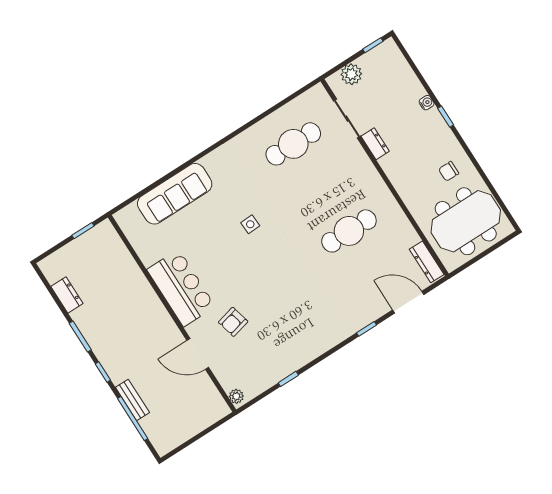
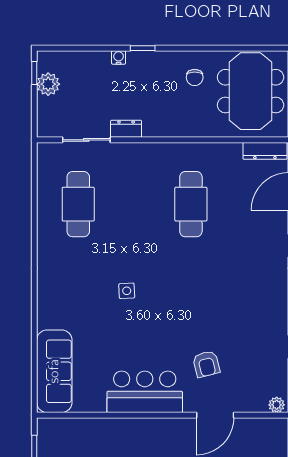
plant: (351, 74) -> (48, 84), moved
sofa: (175, 194) -> (54, 371), moved

